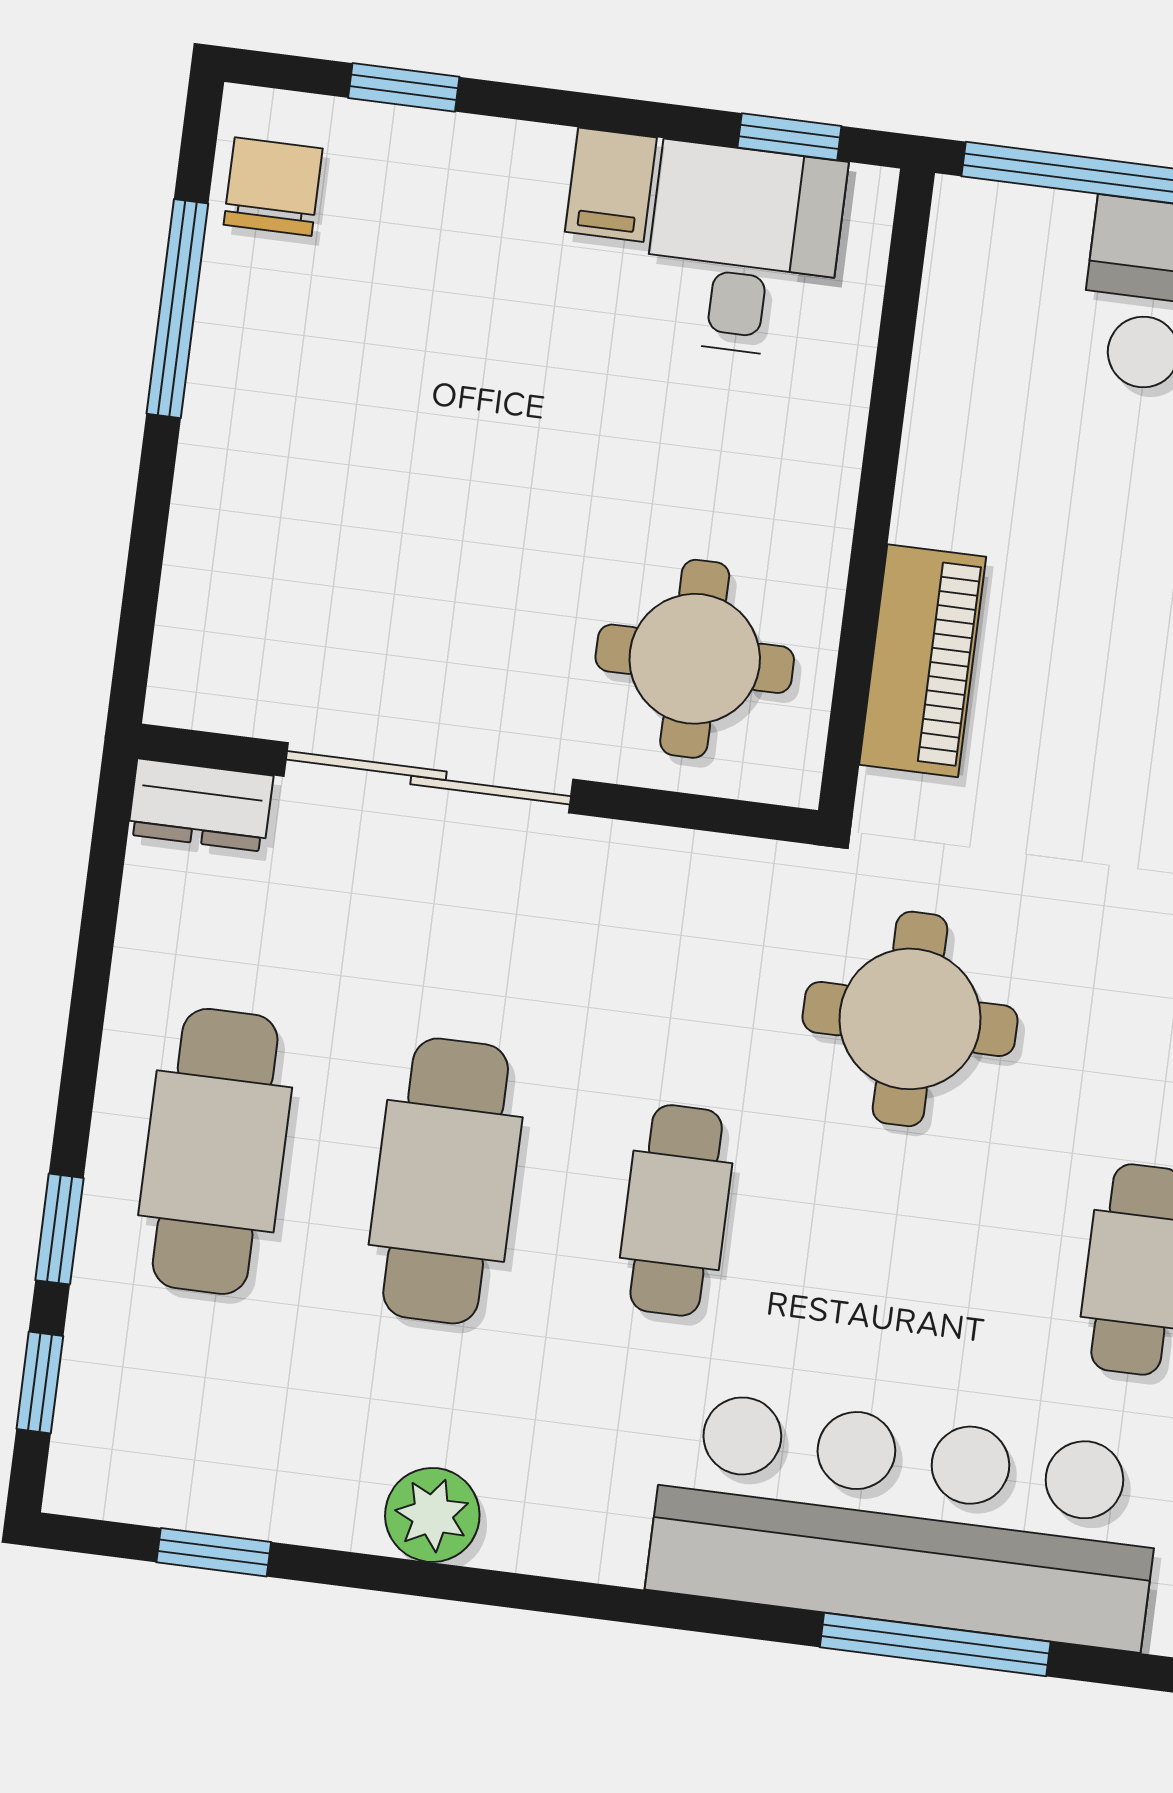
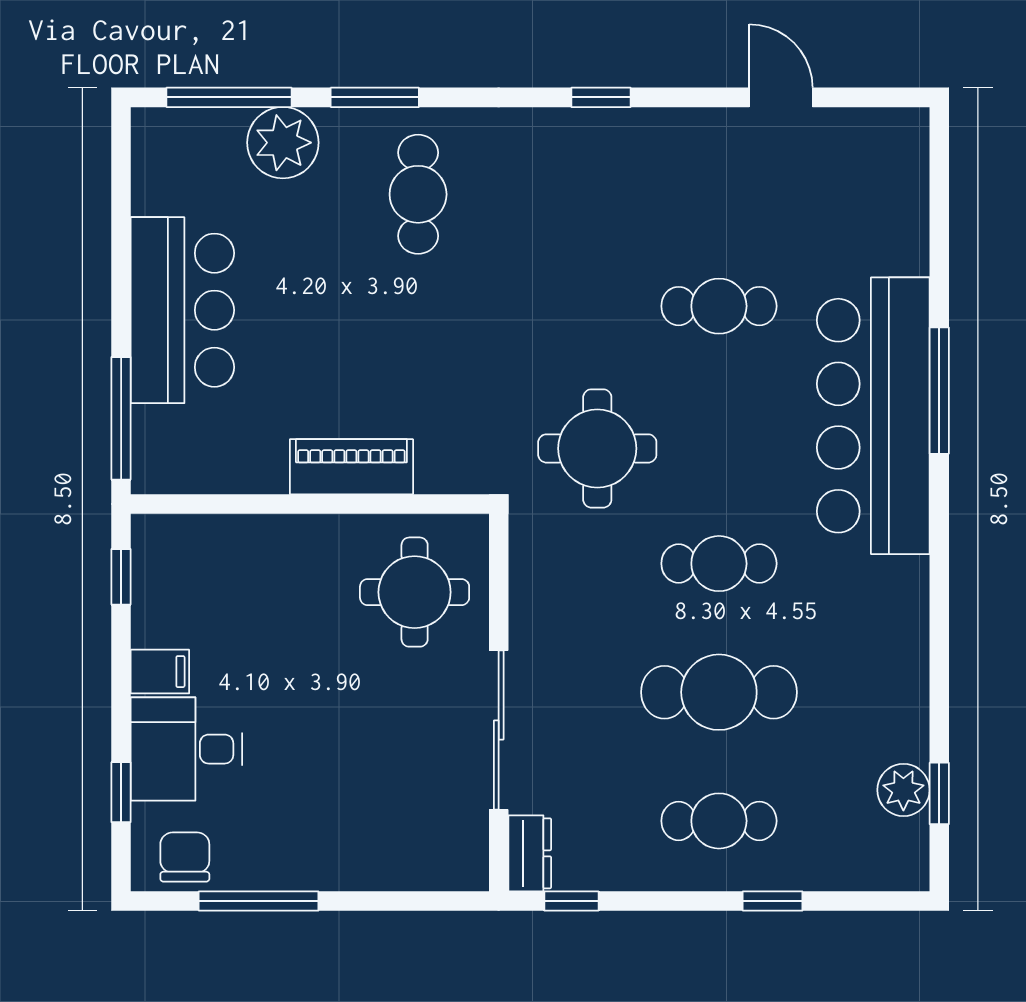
chair: (273, 187) -> (185, 857), turned 90
desk: (743, 250) -> (186, 749), moved
piano: (923, 661) -> (351, 467), moved
cafe table: (215, 1151) -> (719, 821), width x0.73, depth x0.74
window: (40, 1382) -> (571, 901), moved
plant: (432, 1515) -> (903, 790), moved

